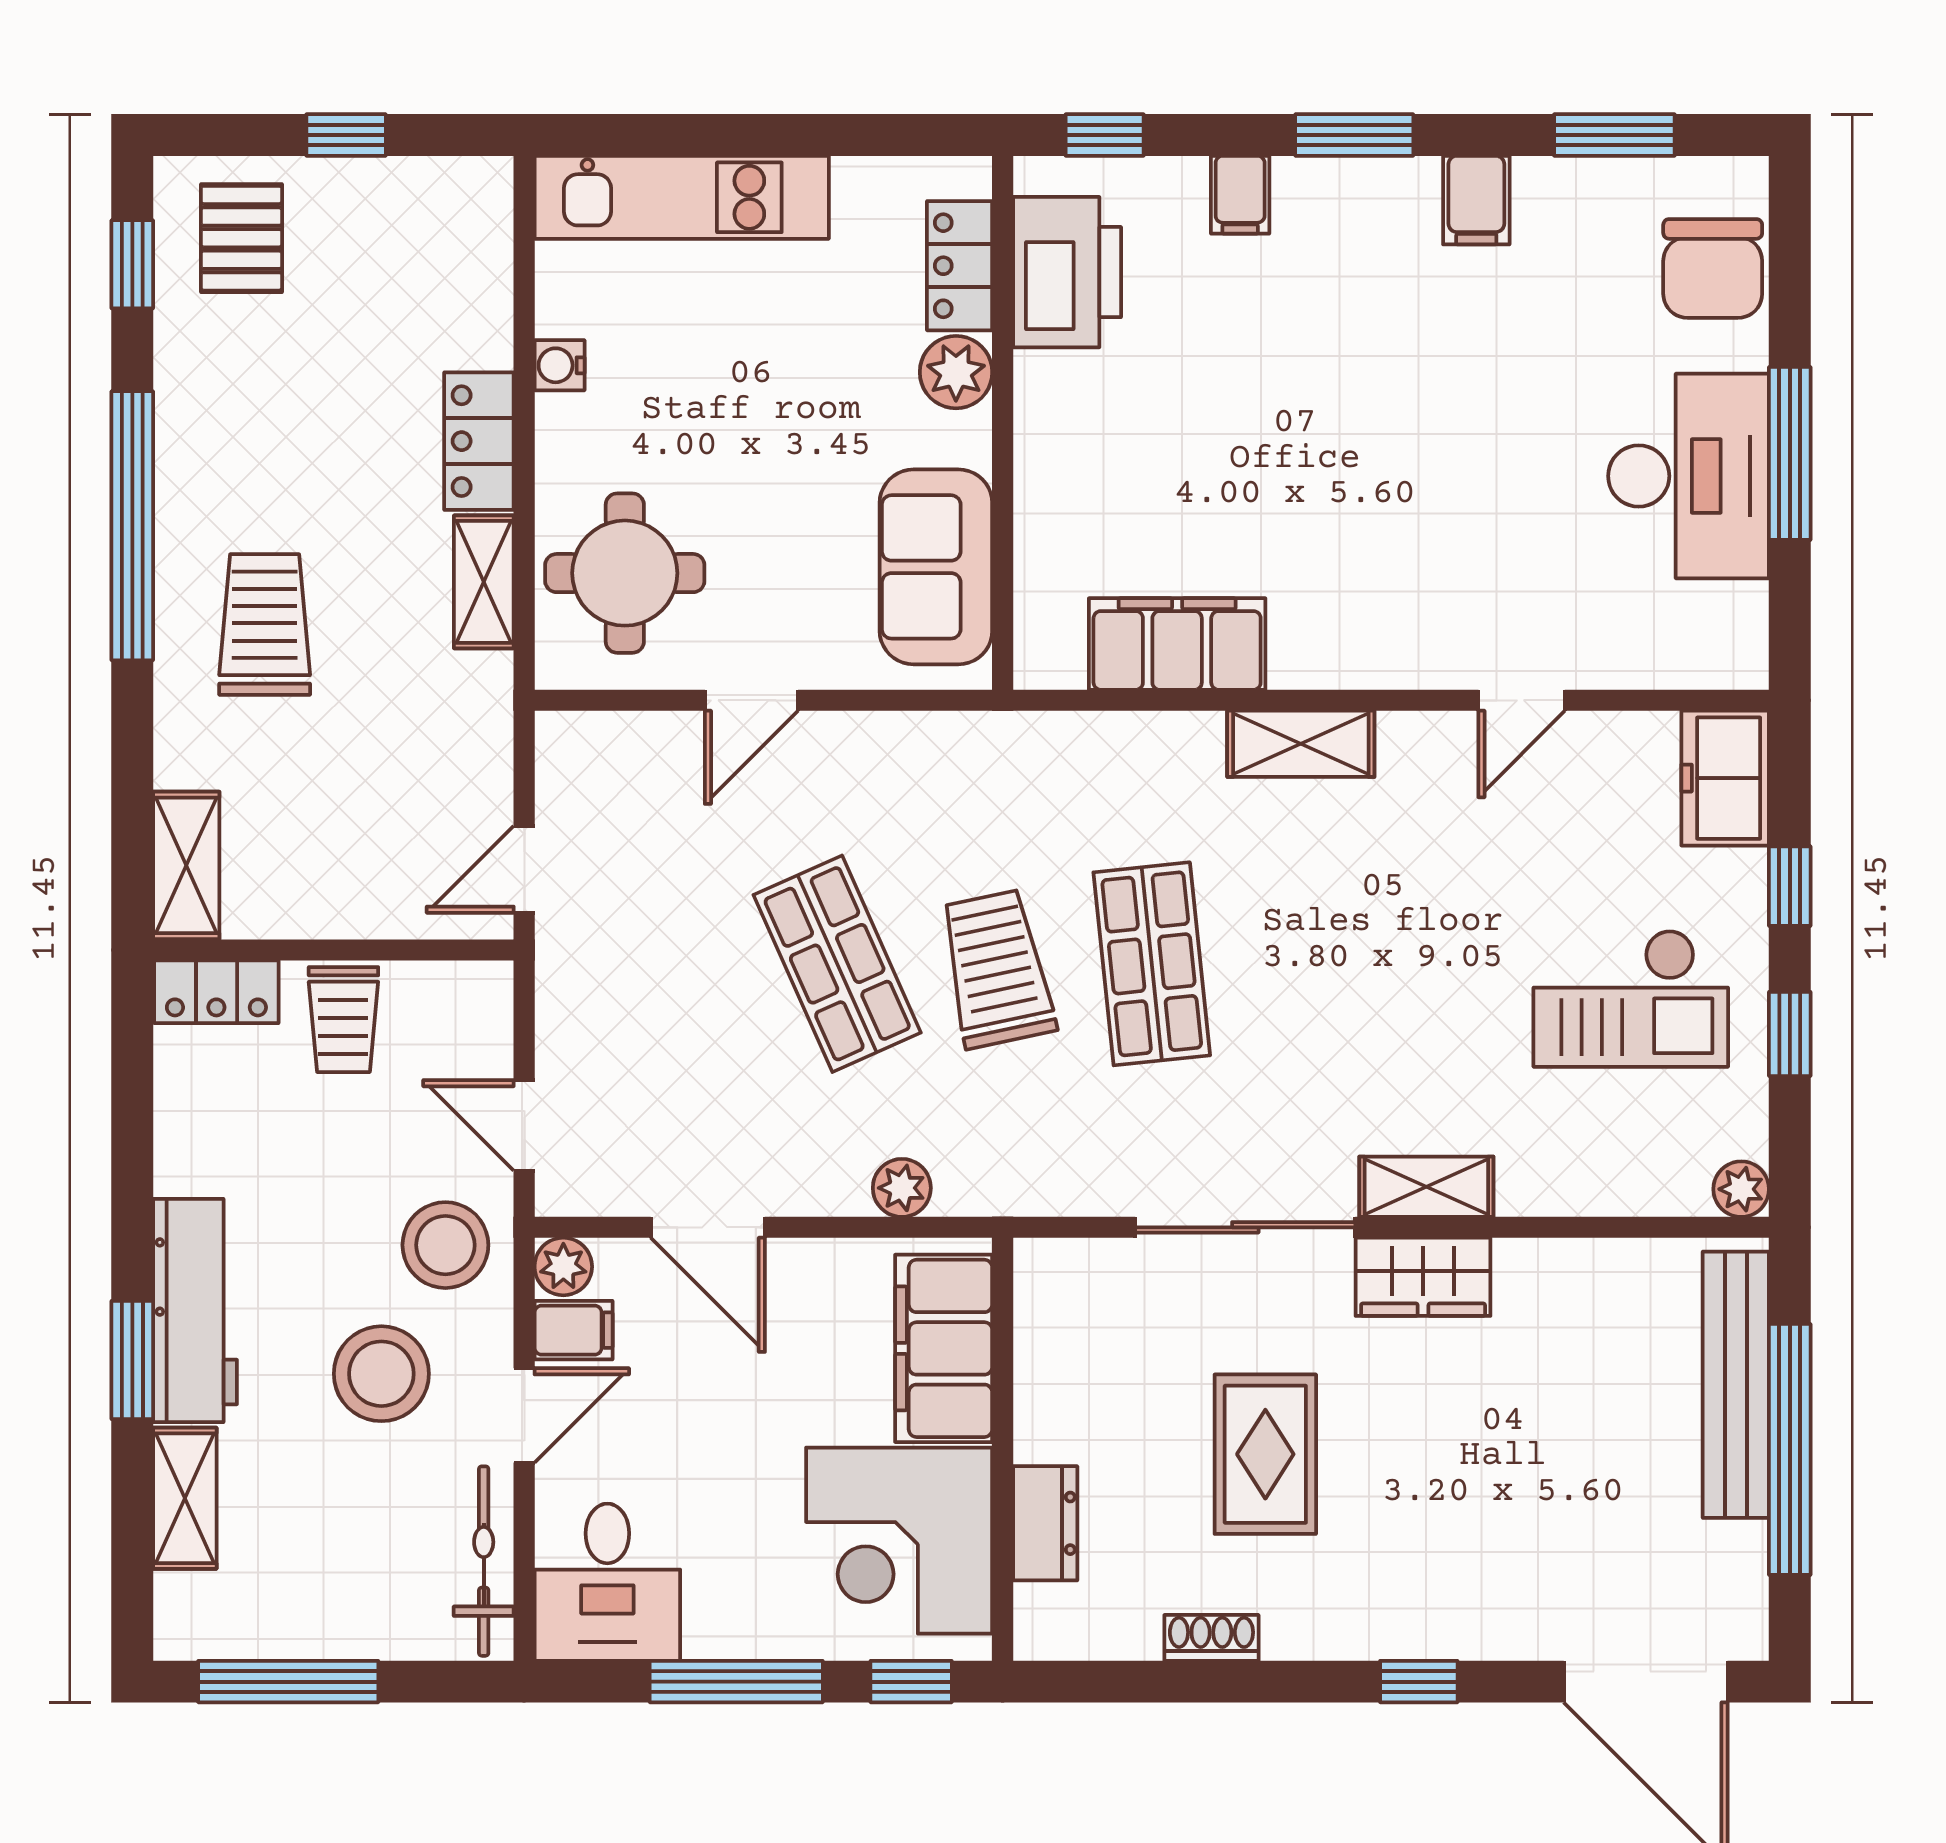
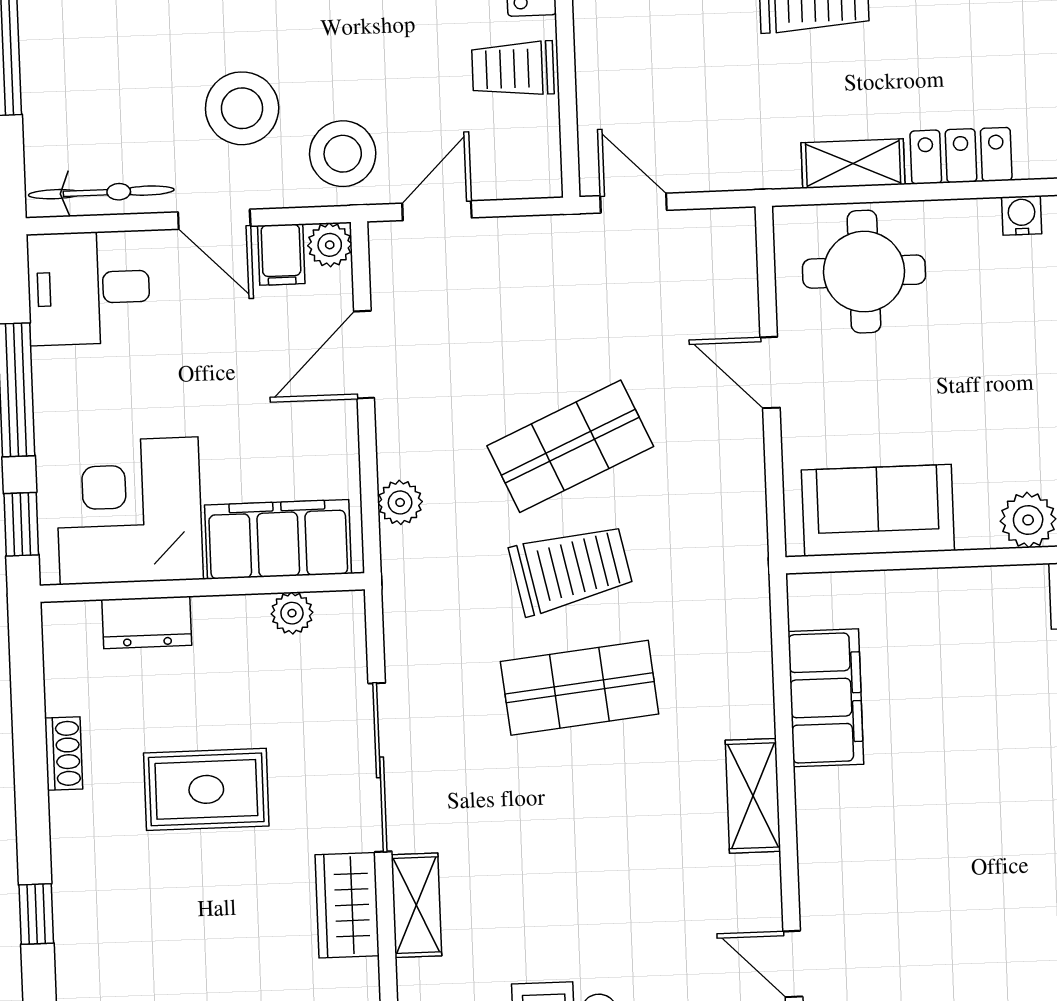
plant: (1040, 1334) -> (292, 613), added

